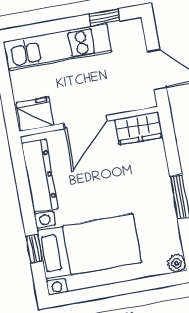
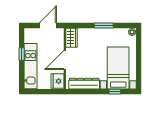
window: (104, 18) -> (22, 54), moved
door: (86, 122) -> (65, 60), swing flipped

